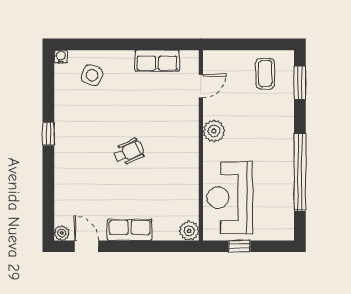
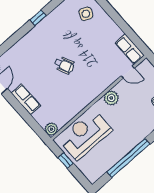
row of seats: (157, 61) -> (130, 49), moved

